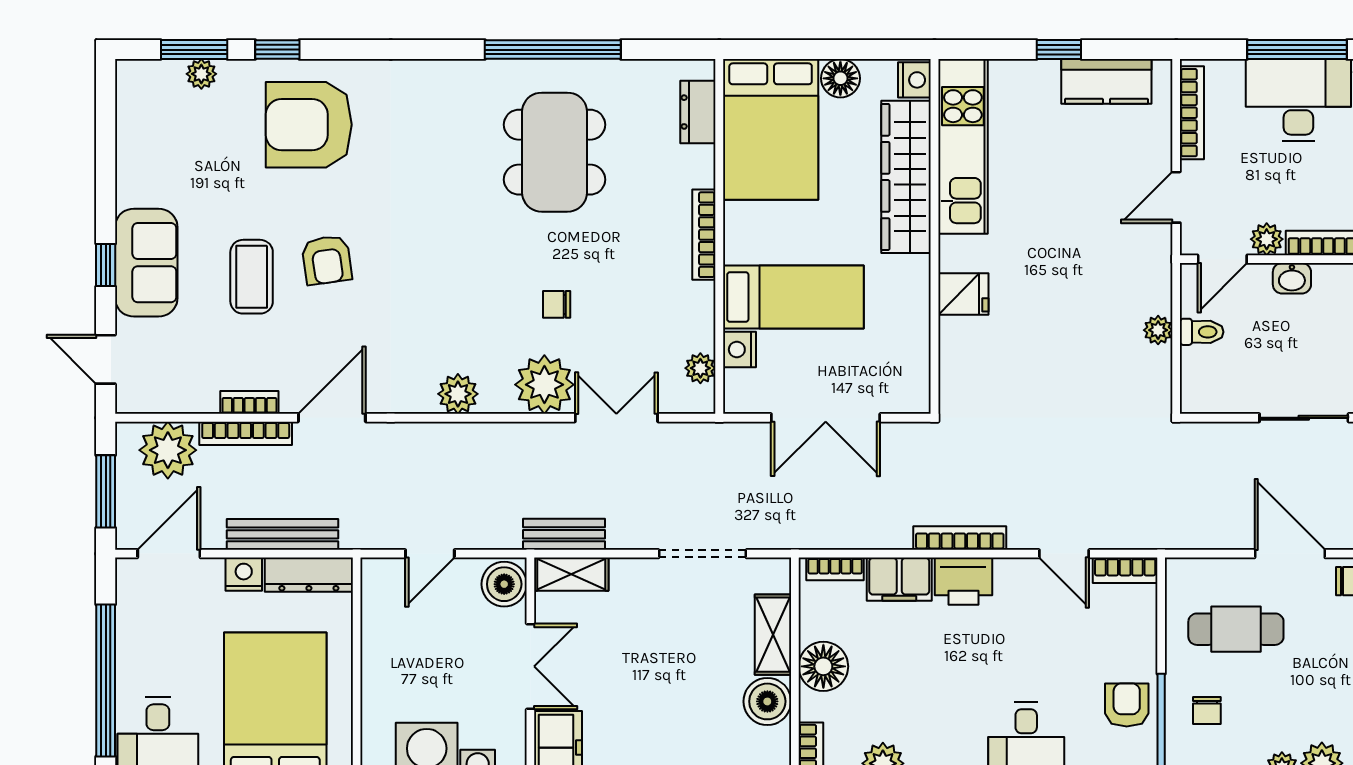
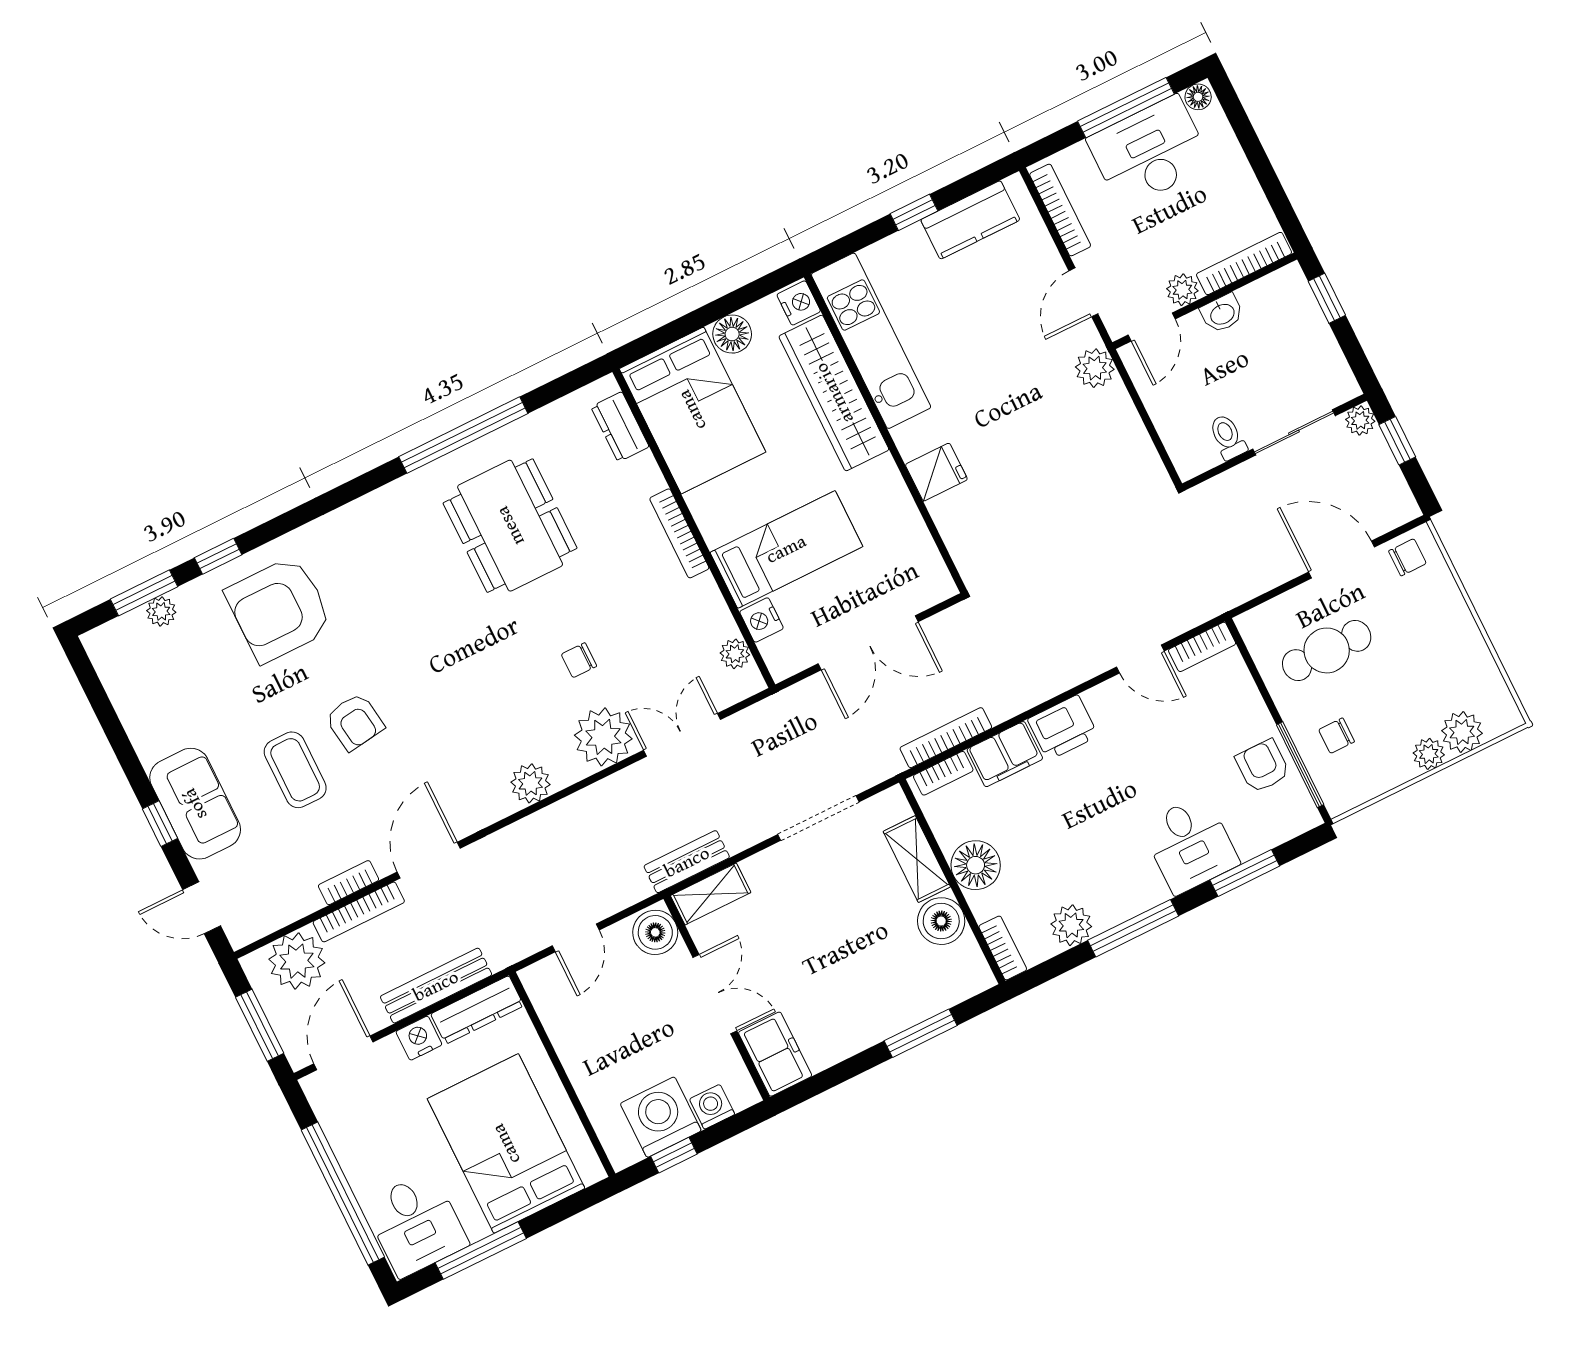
plant: (1158, 330) -> (1095, 368), moved, width x1.38, depth x1.38
toilet: (1202, 332) -> (1228, 437), moved, turned -90
bookcase: (960, 538) -> (946, 738), moved
chair: (1207, 711) -> (1337, 736), turned 90

